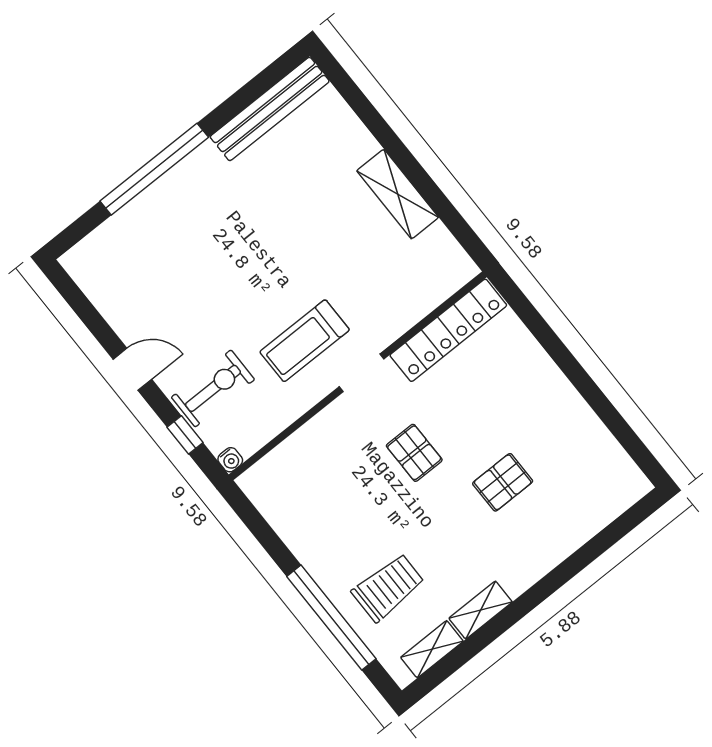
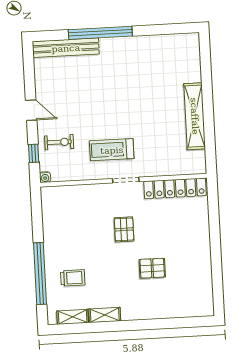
bench: (270, 109) -> (66, 48), moved
shelving: (398, 194) -> (195, 116), width x1.47
exercise bike: (213, 388) -> (59, 142), width x0.73, depth x0.72
trolley: (388, 588) -> (73, 278), width x0.73, depth x0.72

